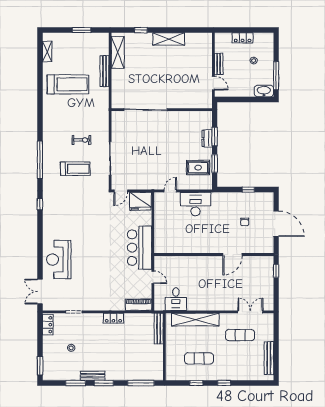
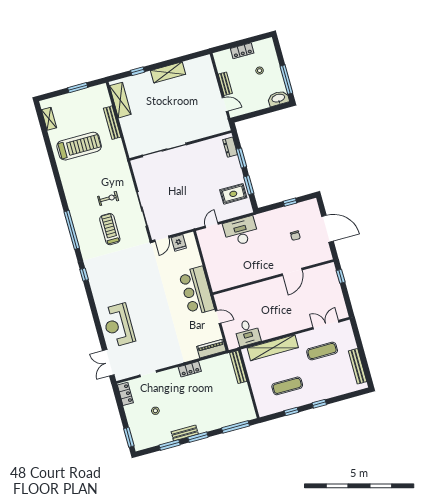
dresser: (207, 138) -> (230, 147), moved
treadmill: (75, 169) -> (110, 229), turned -90
fridge: (140, 201) -> (179, 243), width x0.53, depth x0.75

